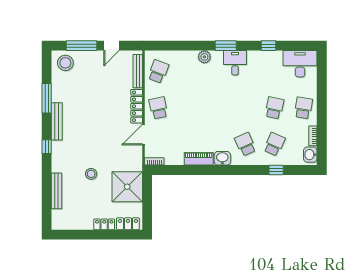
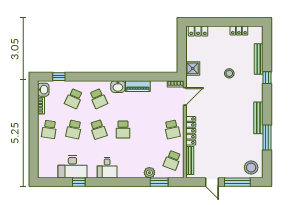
door: (111, 46) -> (212, 182), swing flipped
window: (226, 46) -> (159, 182), moved
plant: (204, 57) -> (149, 173), moved
desk: (300, 64) -> (72, 167), moved
school desk: (216, 108) -> (123, 129), added
school desk: (245, 108) -> (98, 129), added
door: (144, 135) -> (185, 96), moved
window: (47, 147) -> (267, 78), moved
window: (276, 170) -> (59, 77), moved
shower: (127, 187) -> (193, 68), width x0.54, depth x0.54
locker: (104, 224) -> (239, 31), moved

